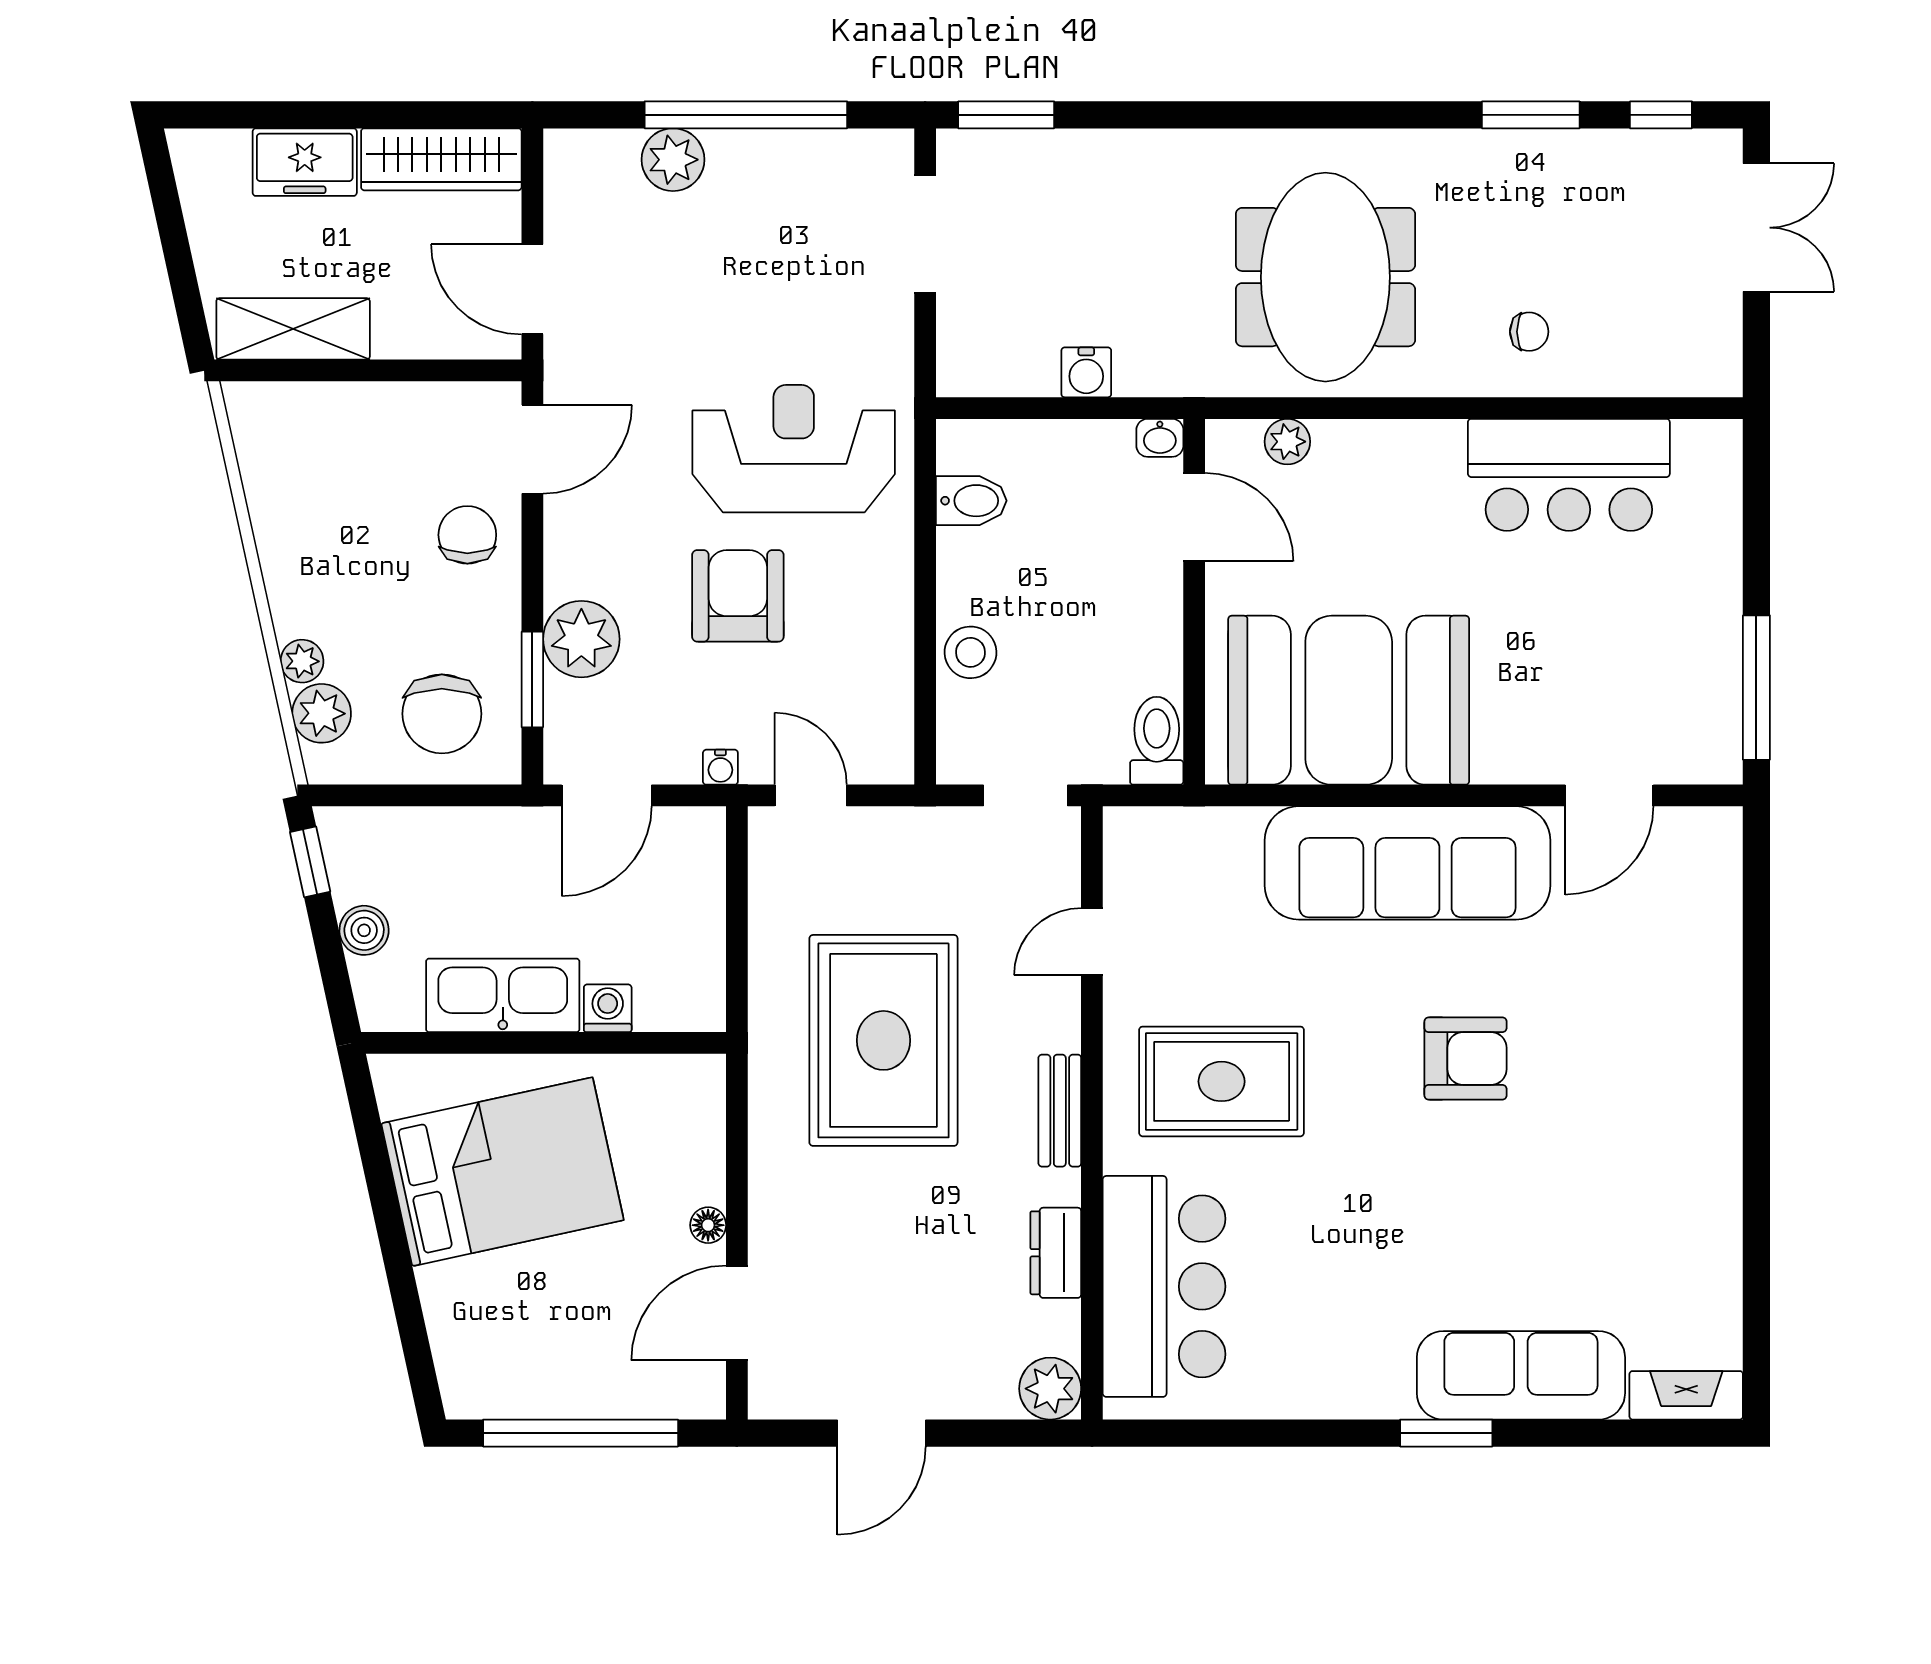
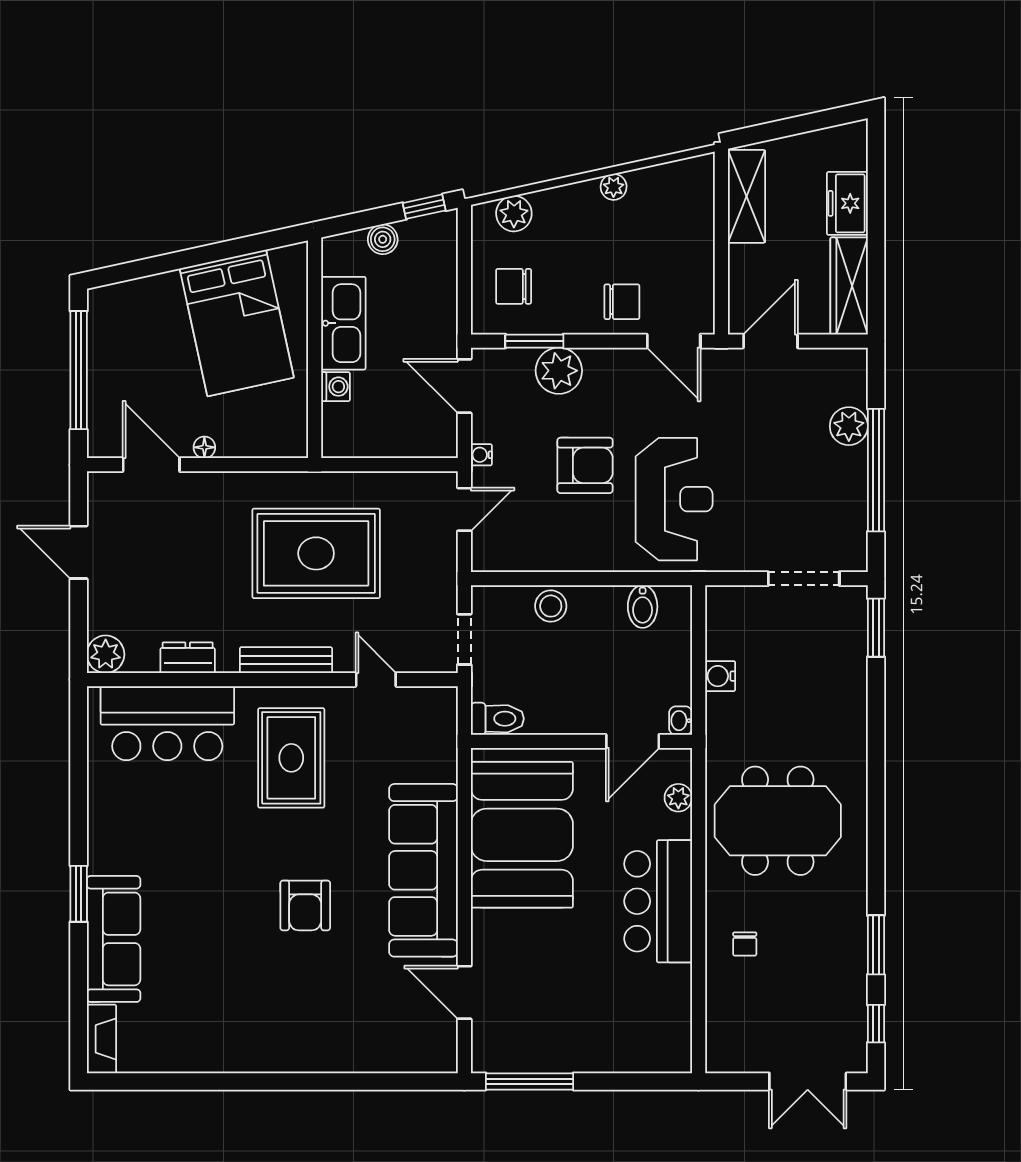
bar counter: (1569, 475) -> (658, 901), moved
plant: (302, 661) -> (614, 187), moved
chair: (442, 714) -> (514, 286), width x0.73, depth x0.73
bench: (1060, 1111) -> (286, 660), width x1.36

